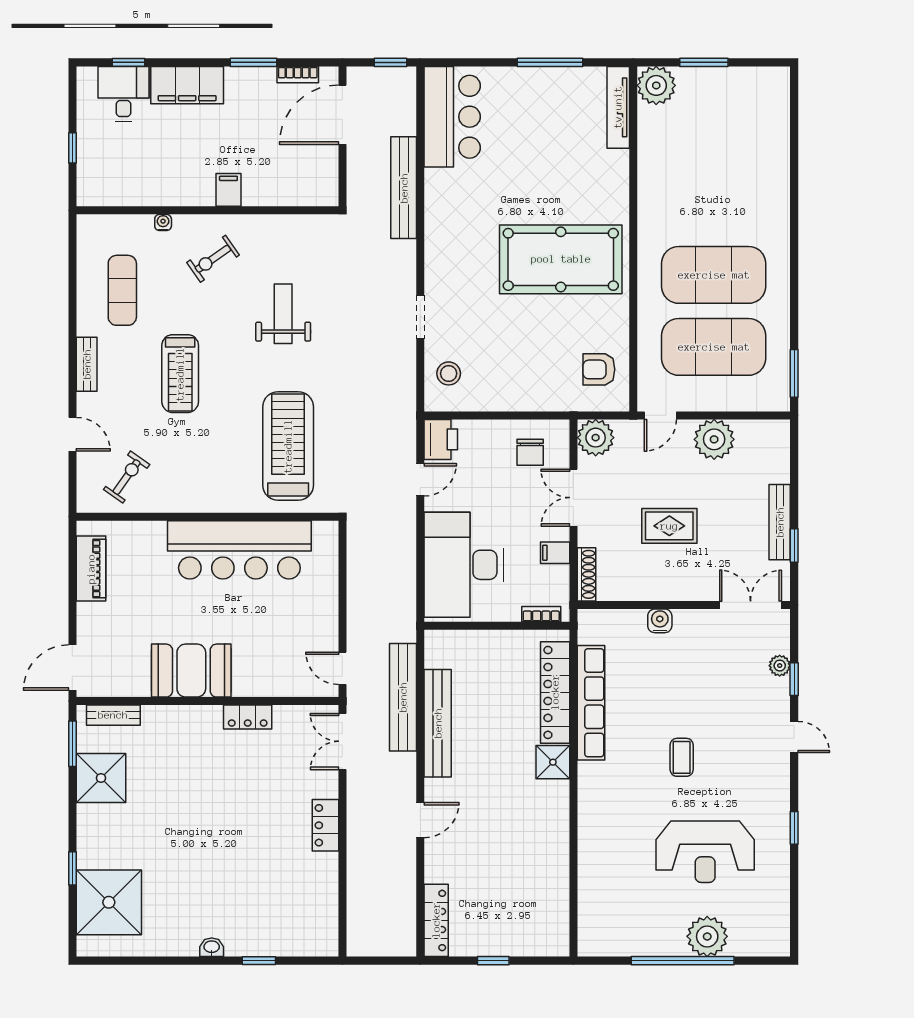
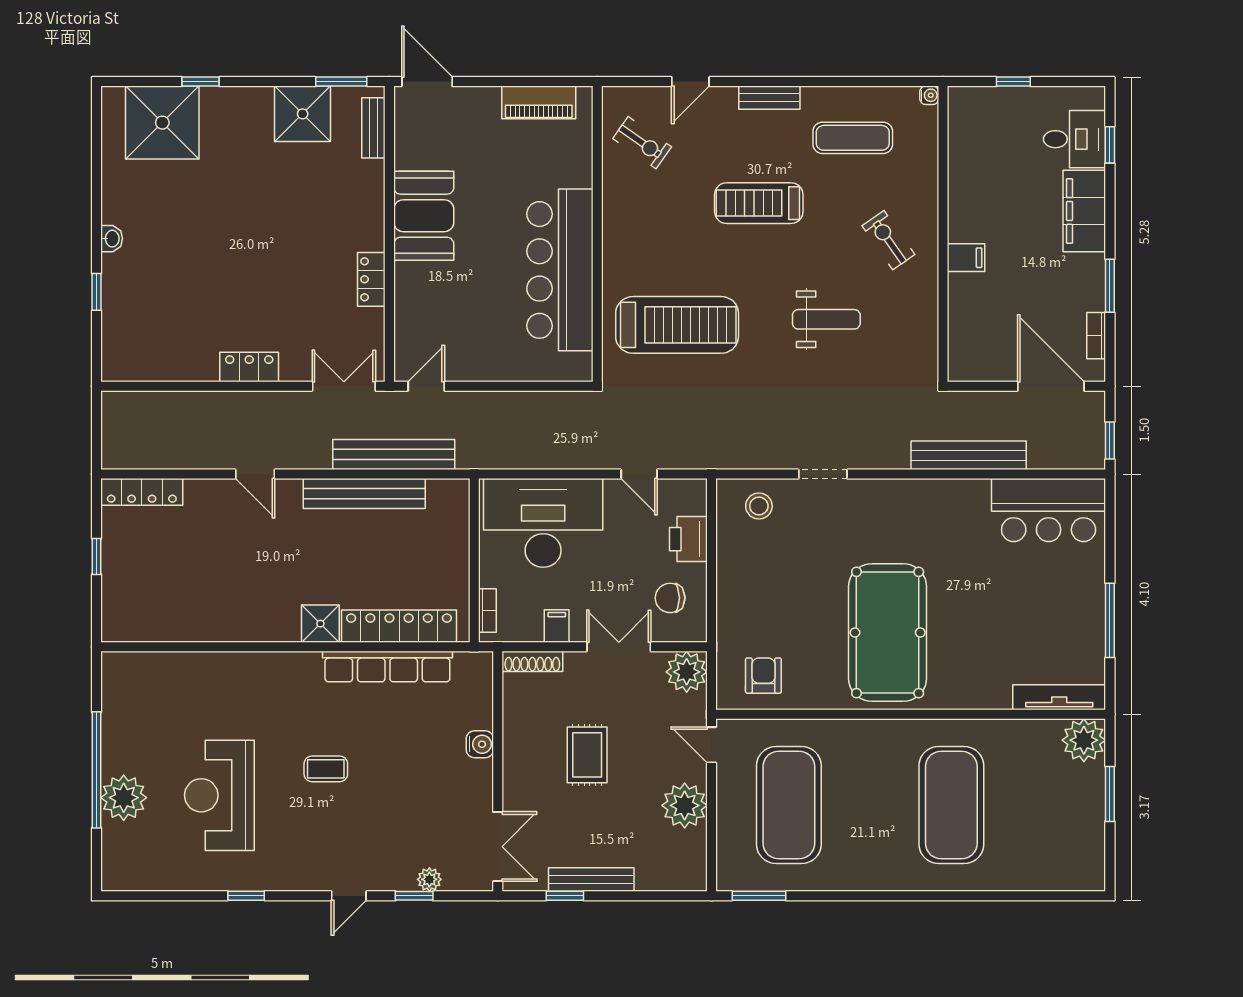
water cooler: (163, 222) -> (929, 95), moved
exercise mat: (714, 275) -> (951, 805), moved
printer: (441, 439) -> (688, 539), moved, turned 90

